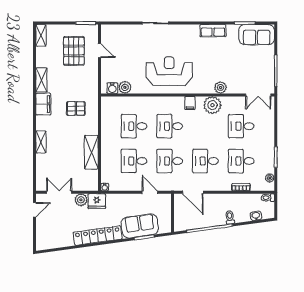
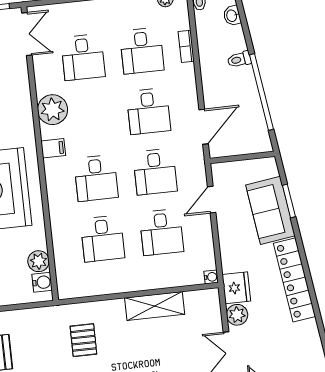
plant: (221, 88) -> (21, 99), removed

